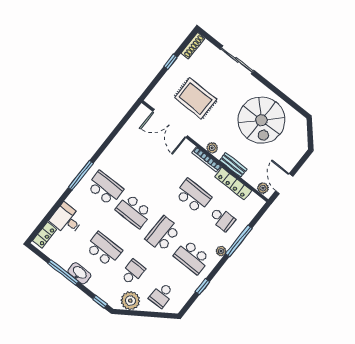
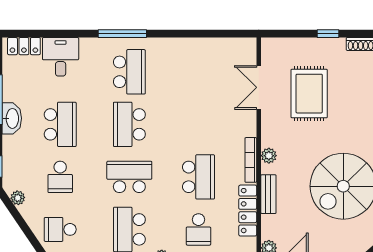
double door: (170, 124) -> (259, 87), width x0.73
school desk: (133, 272) -> (60, 177), turned 90
plant: (130, 301) -> (18, 198), width x0.53, depth x0.53

